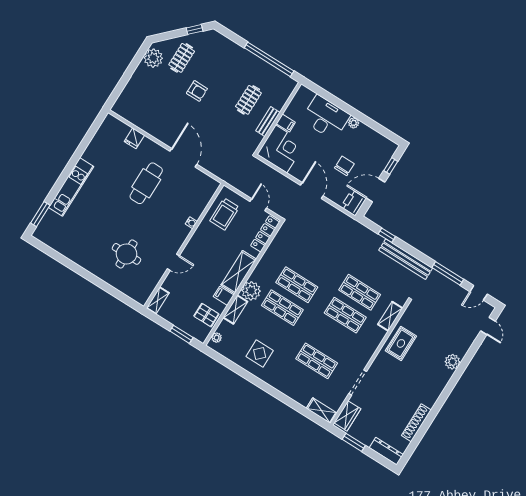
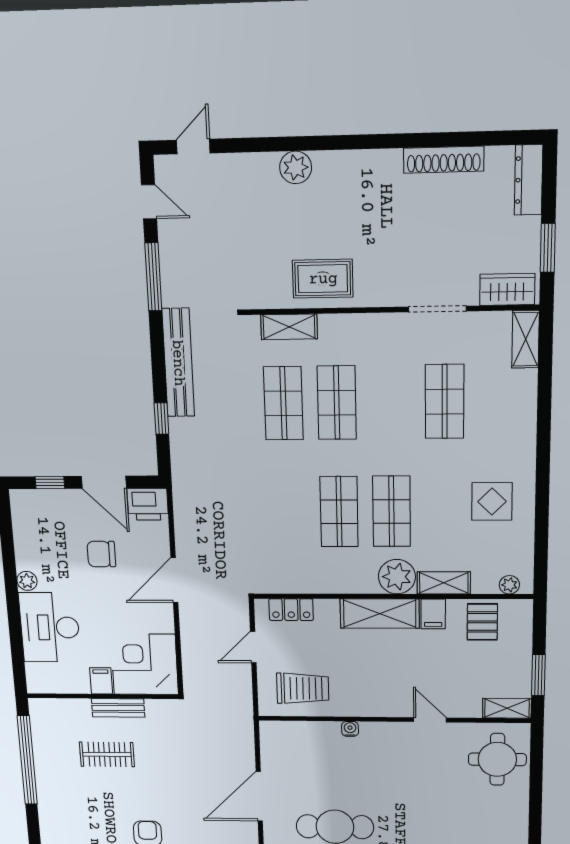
locker: (265, 234) -> (291, 610), width x0.66
round table: (126, 254) -> (497, 759), moved
window: (181, 334) -> (538, 675), moved

